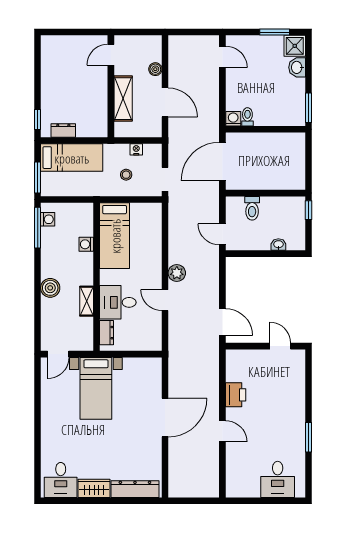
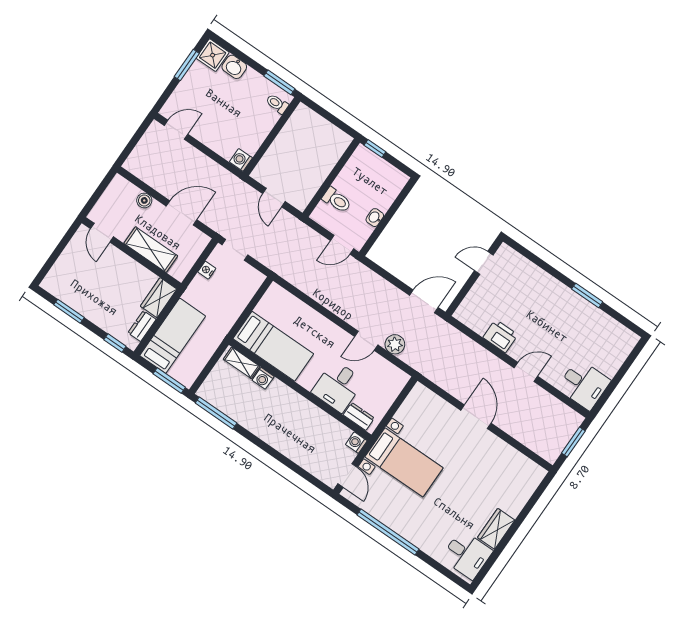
window: (38, 70) -> (69, 311), added
toilet: (247, 117) -> (277, 104), moved
wardrobe: (92, 128) -> (159, 298), added
door: (222, 161) -> (274, 197), width x0.53
stool: (126, 175) -> (224, 296), removed
doorway: (165, 179) -> (235, 250), moved
washing machine: (48, 219) -> (356, 443), moved, turned -90
washbasin: (278, 245) -> (375, 218), moved
plant: (177, 273) -> (395, 344), moved
boiler: (50, 288) -> (281, 440), removed
shelving: (87, 301) -> (242, 363), moved
window: (38, 412) -> (388, 532), added
door: (165, 418) -> (476, 417), width x0.73
desk: (278, 479) -> (584, 384), moved
dresser: (135, 489) -> (523, 491), removed
window: (196, 501) -> (573, 442), added

